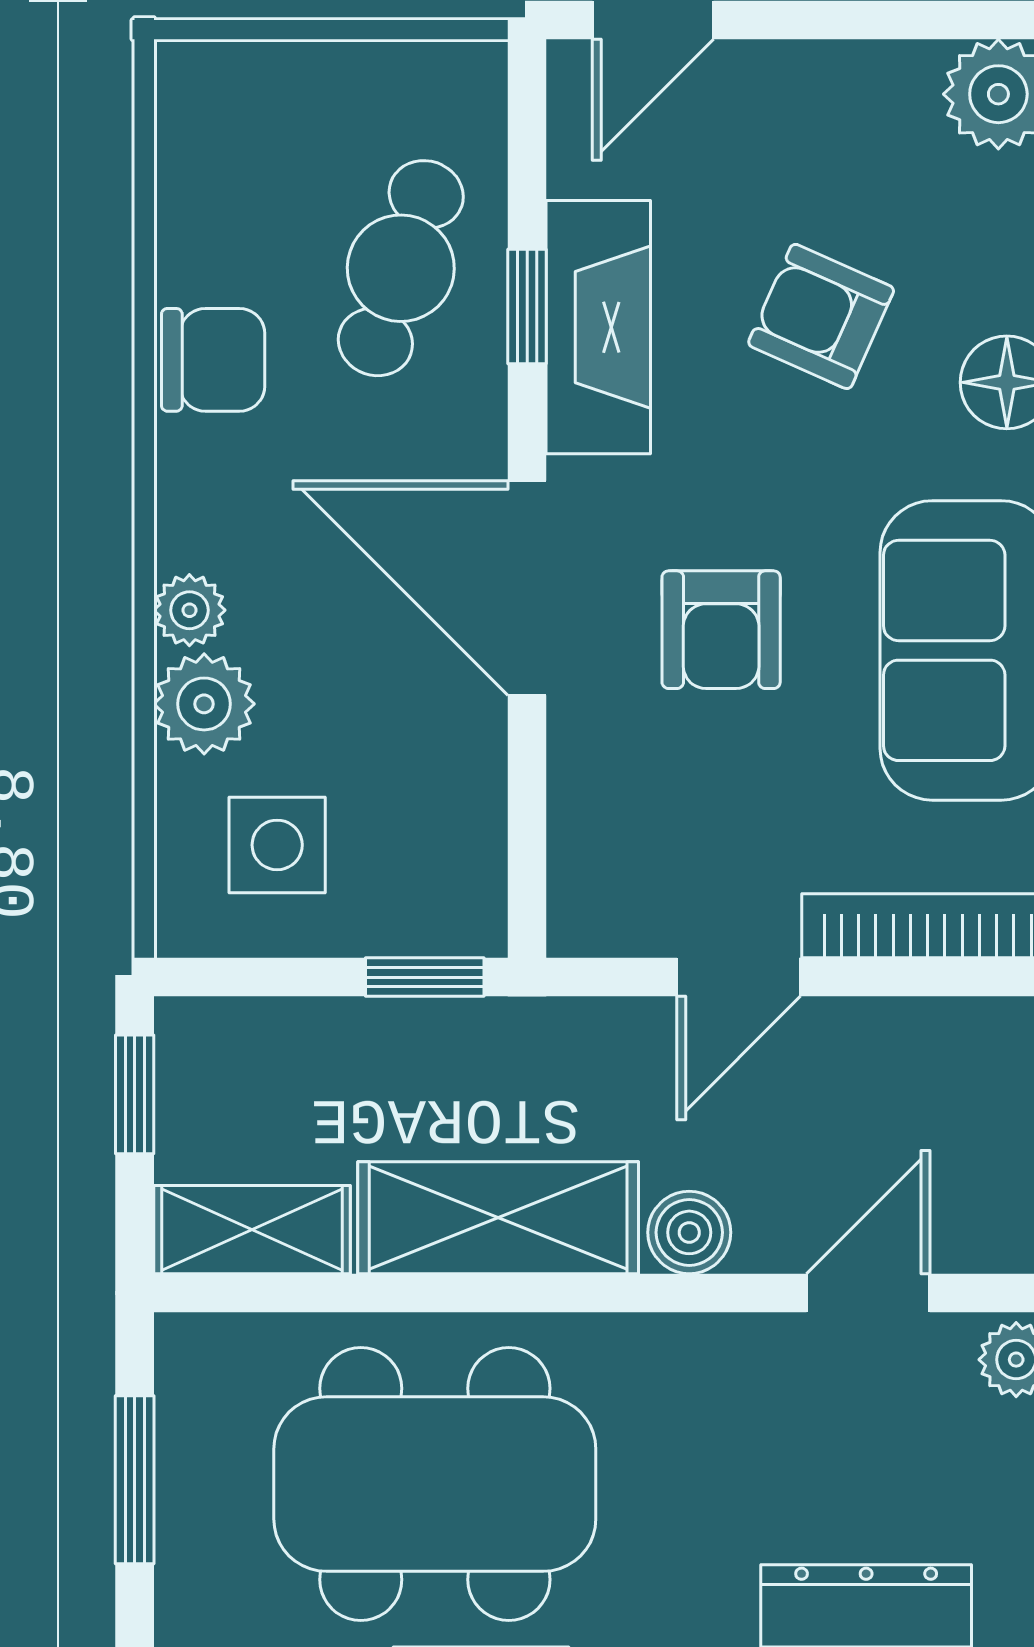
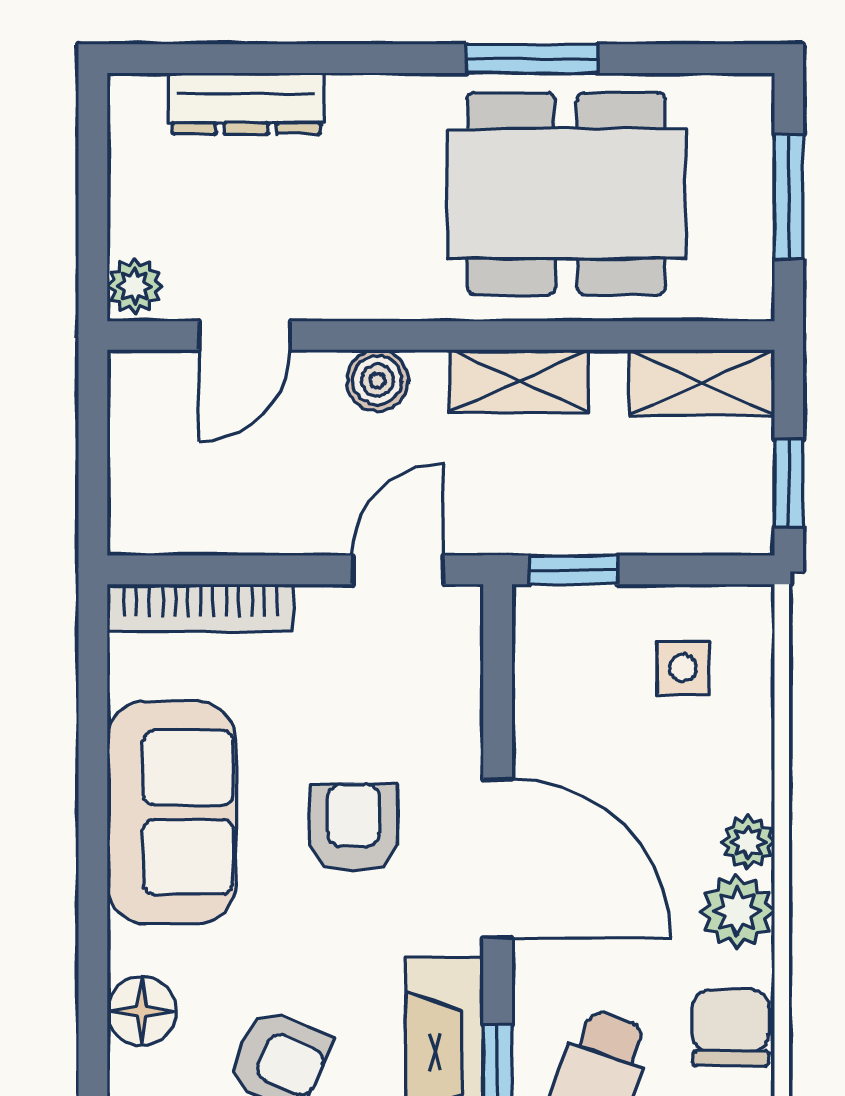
chair: (213, 360) -> (731, 1028), turned 90
plant: (204, 704) -> (737, 911), moved
side table: (277, 845) -> (683, 668), width x0.73, depth x0.73
door: (739, 977) -> (397, 570), moved
shelving: (498, 1218) -> (519, 381), width x0.67, depth x0.75

